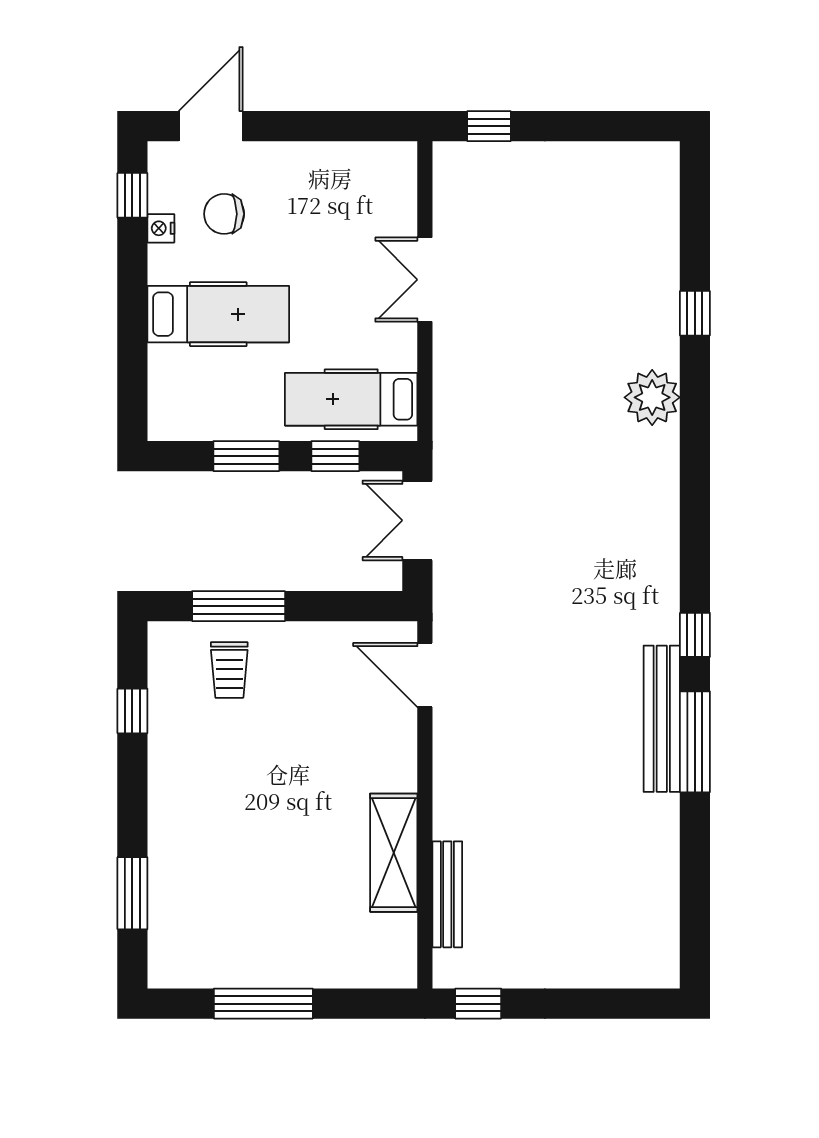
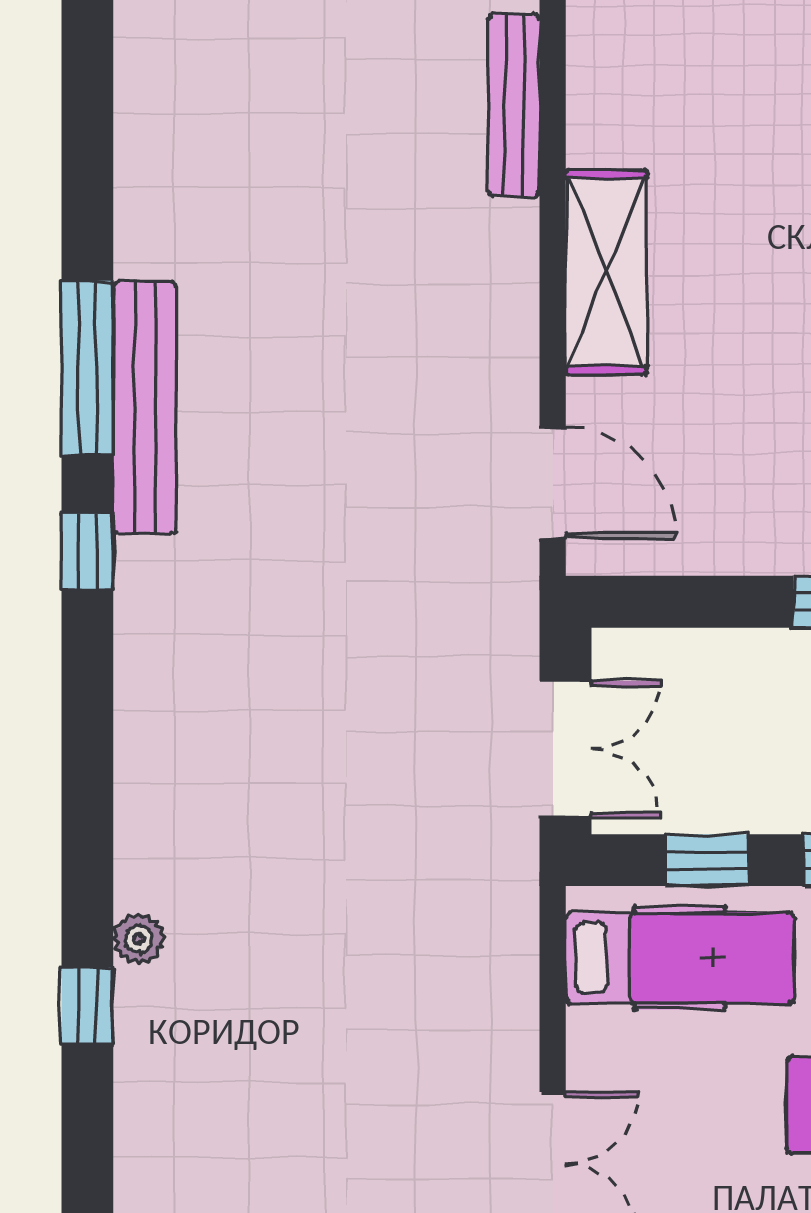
window: (695, 313) -> (87, 1006), moved
plant: (652, 397) -> (139, 939), width x0.53, depth x0.53
shelving: (394, 853) -> (606, 272), moved

